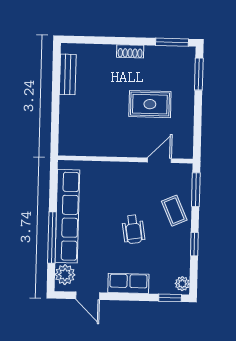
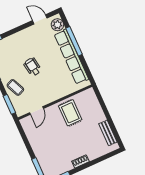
rug: (150, 104) -> (70, 113), moved, turned 90
row of seats: (128, 283) -> (21, 37), removed

